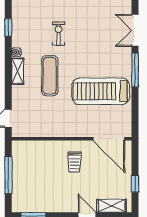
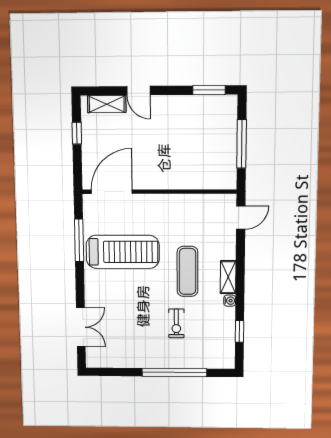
window: (135, 70) -> (79, 240), moved
door: (109, 139) -> (112, 192), hinge flipped
trolley: (74, 162) -> (155, 161), removed

